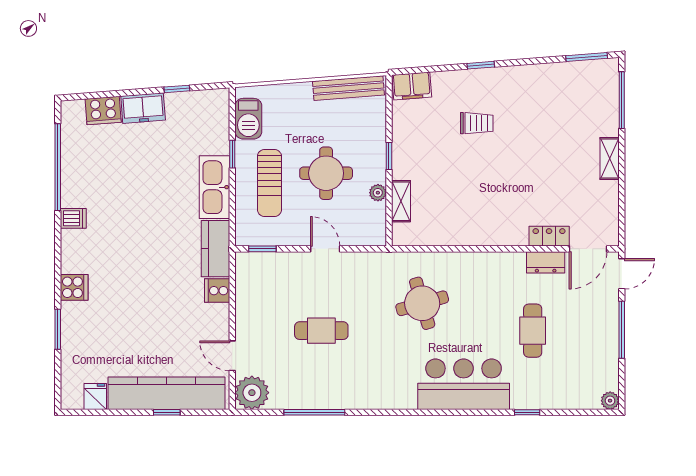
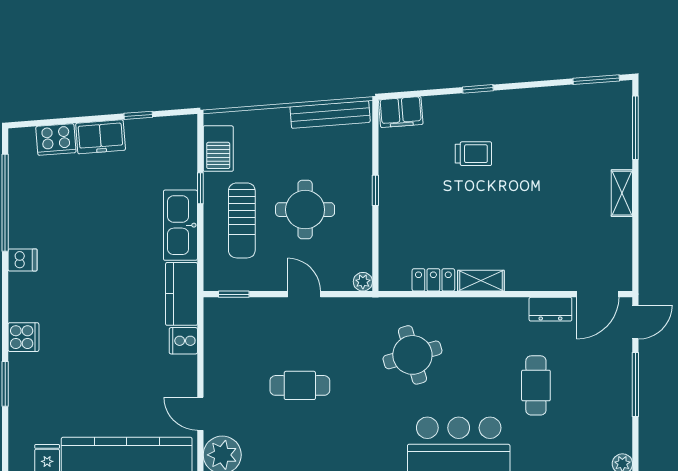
plant: (378, 193) -> (363, 282), moved
shelving: (401, 201) -> (481, 281), moved, turned 90
locker: (549, 236) -> (433, 280), moved

